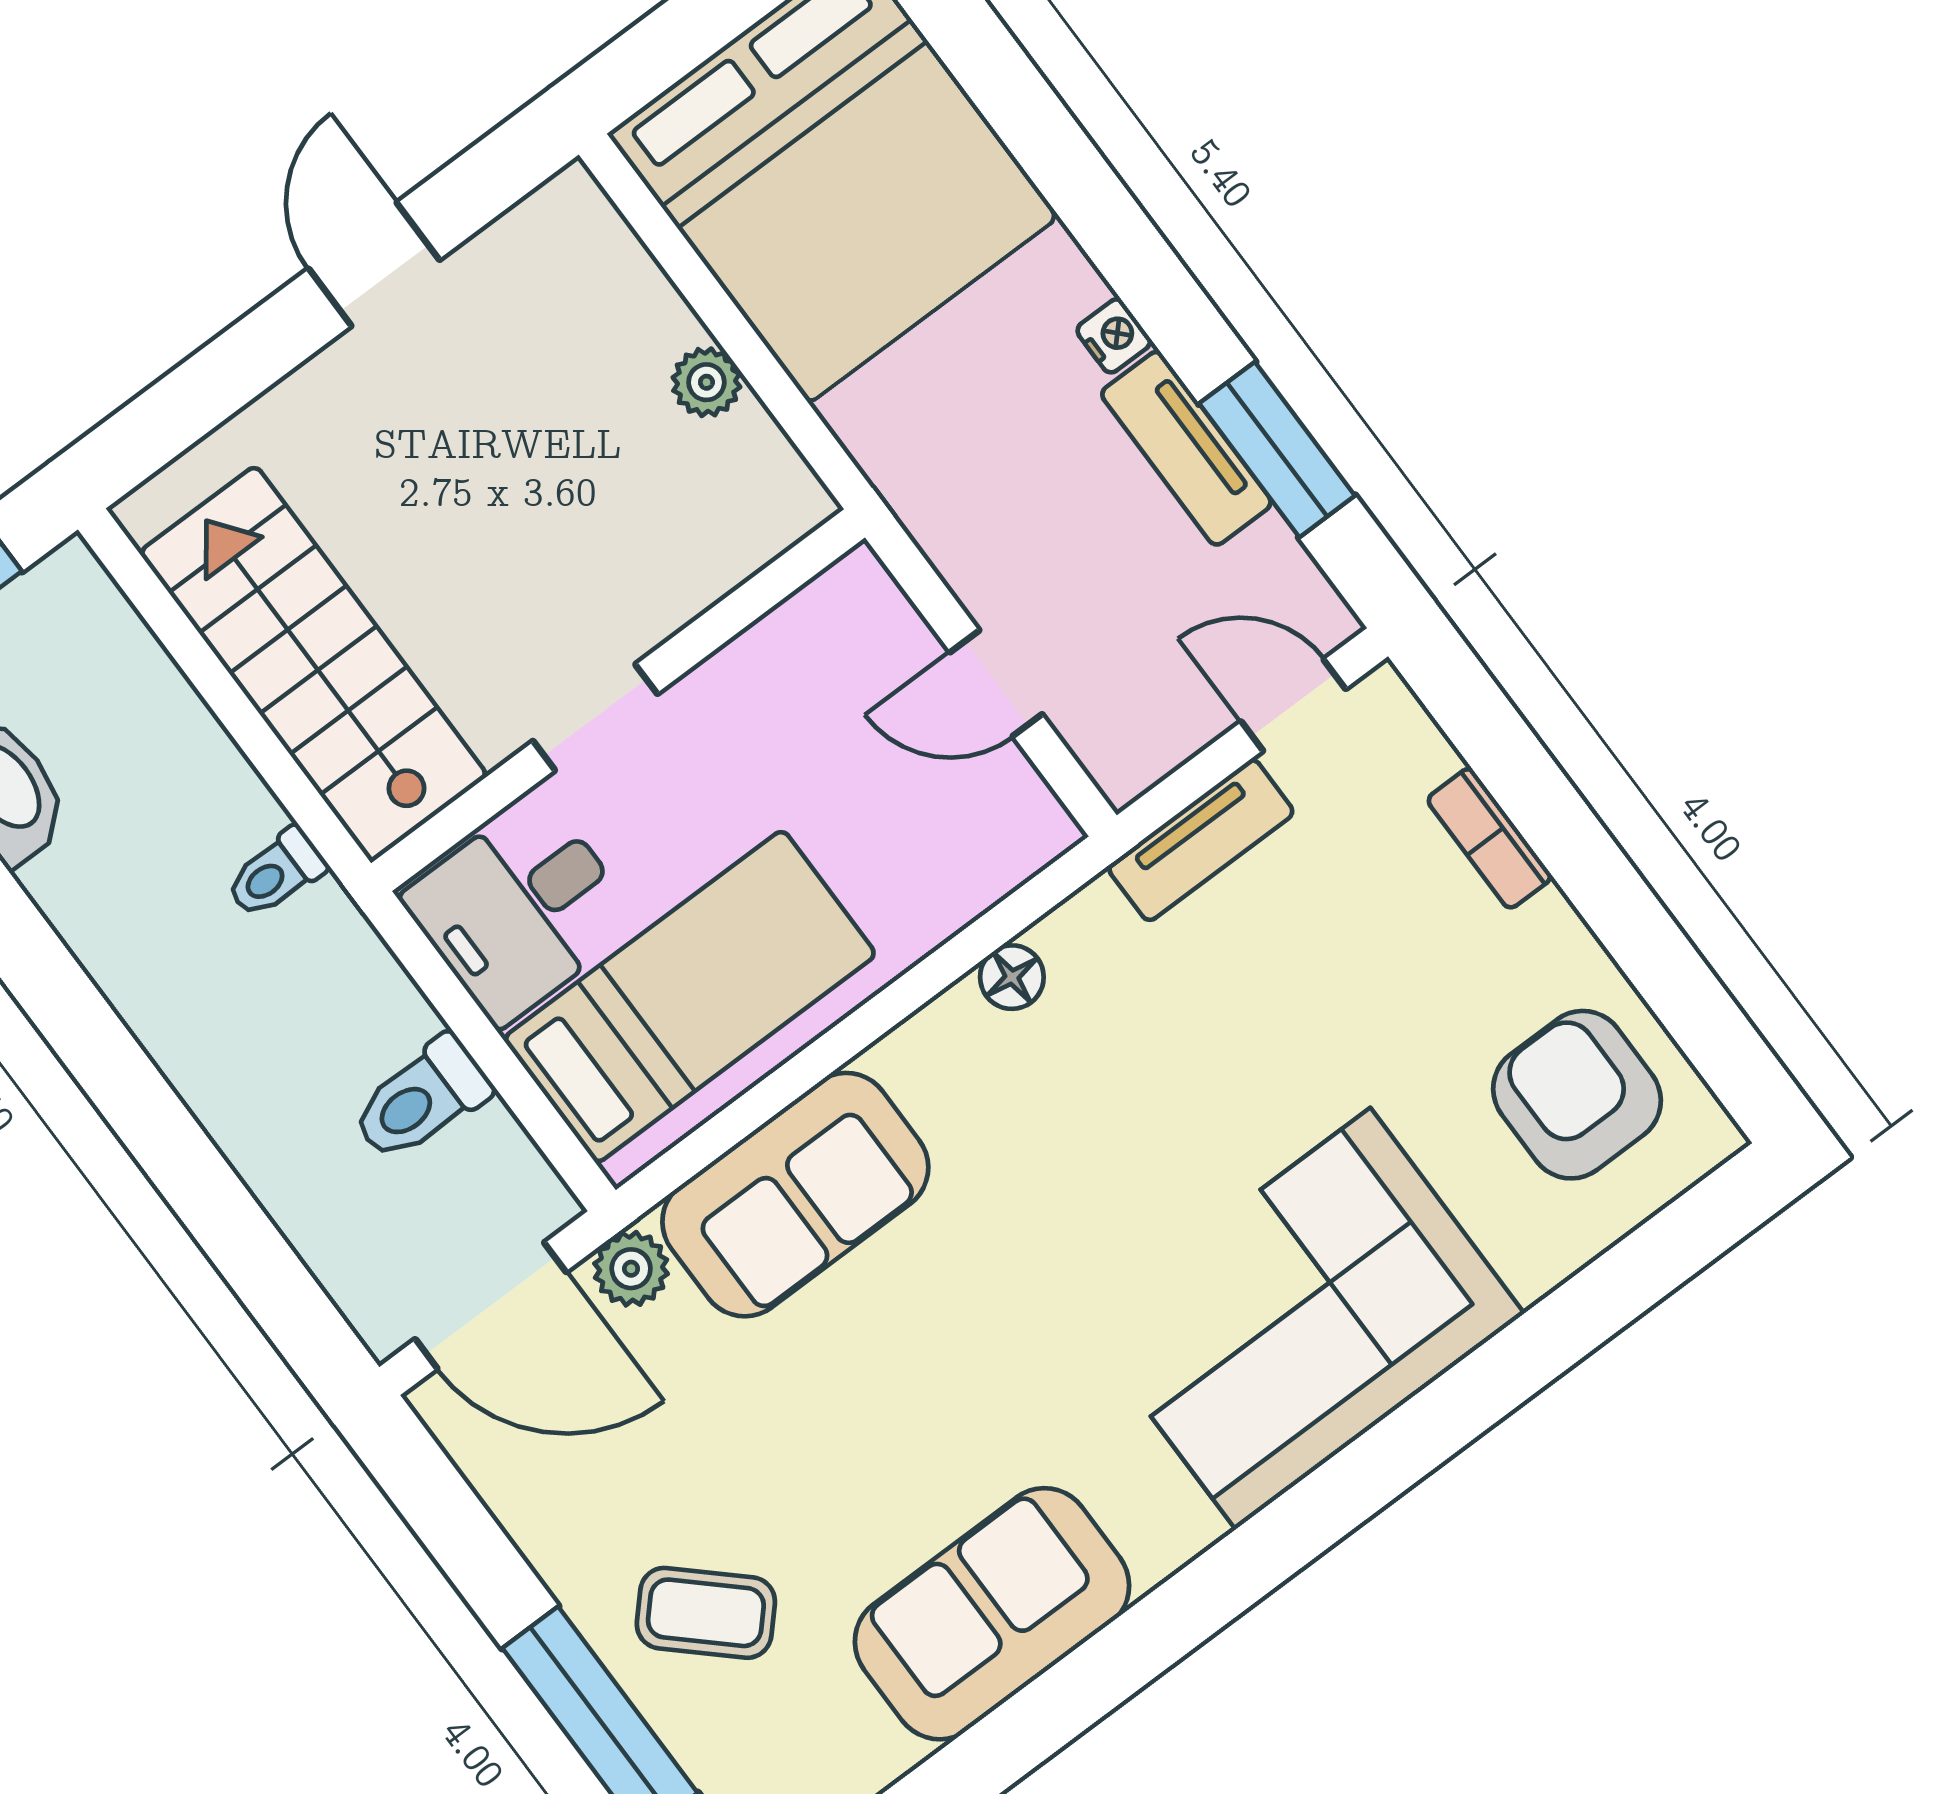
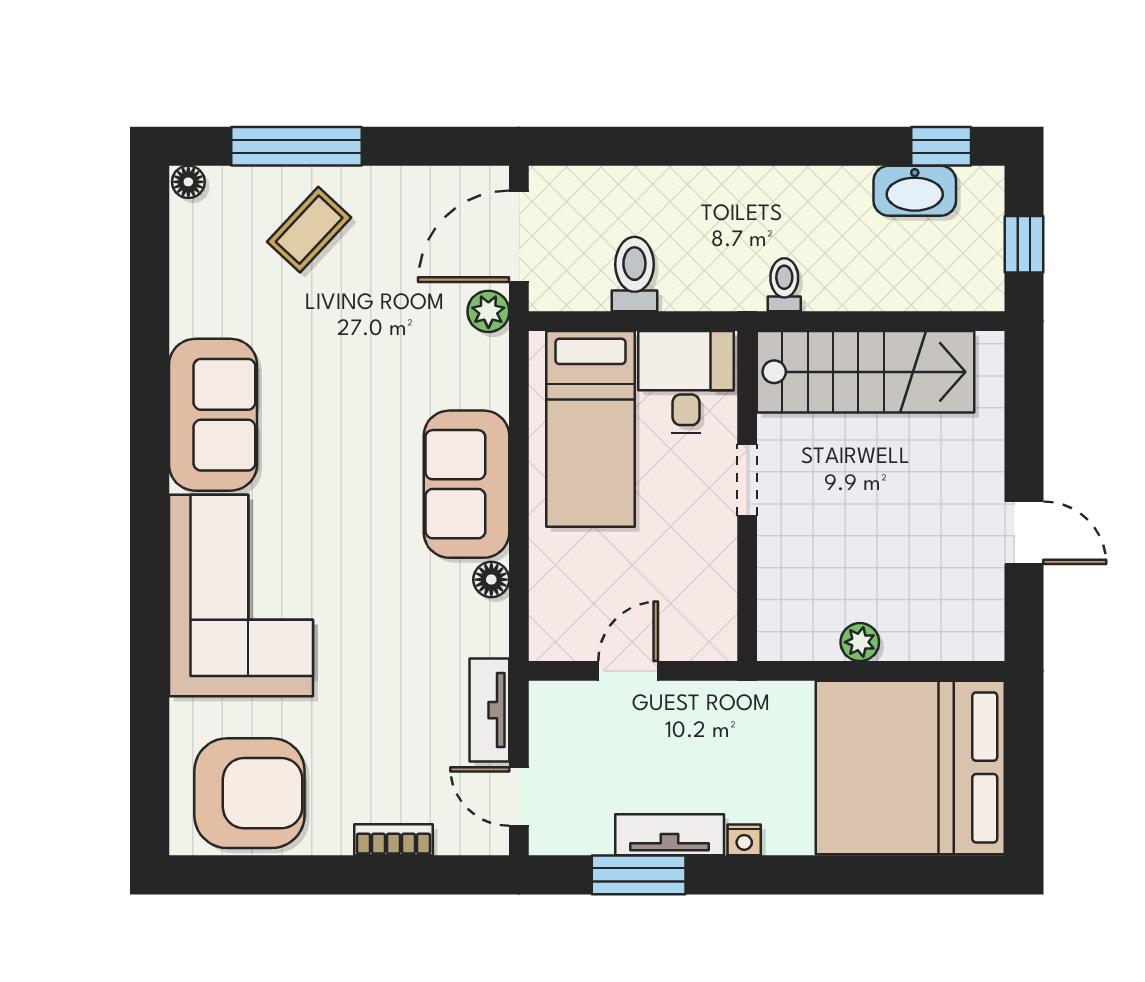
door: (1293, 705) -> (519, 797), swing flipped
armchair: (1577, 1095) -> (249, 793), width x1.36, depth x1.36
sofa: (795, 1195) -> (466, 484), moved
sofa: (992, 1614) -> (213, 415), moved

